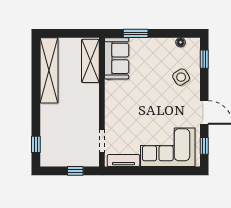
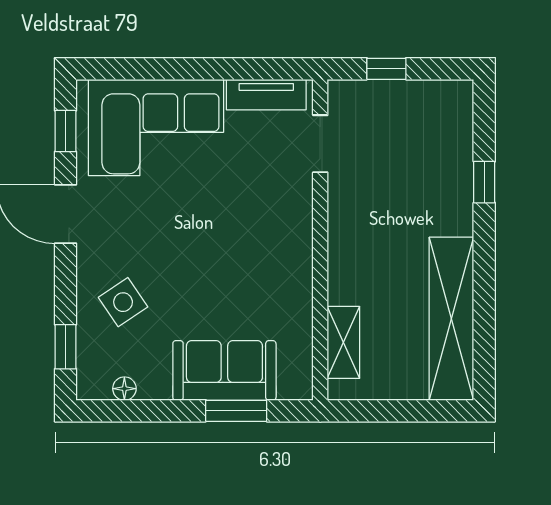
sofa: (117, 58) -> (224, 370), moved, turned 90
shelving: (90, 61) -> (343, 342), width x0.67, depth x0.75
window: (36, 144) -> (484, 182), moved

